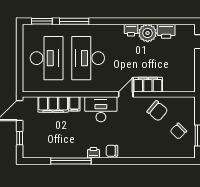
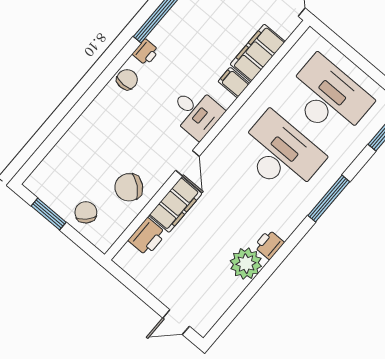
window: (74, 21) -> (329, 199), moved
printer: (166, 31) -> (147, 237), moved, turned 180
desk: (47, 58) -> (328, 98), turned 180
desk: (101, 109) -> (196, 112), width x0.73
chair: (178, 131) -> (86, 212), moved

